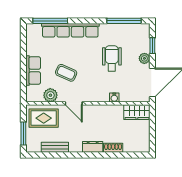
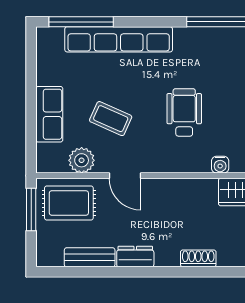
wheelchair: (112, 58) -> (184, 112), moved
water cooler: (114, 98) -> (220, 165), moved
window: (23, 134) -> (31, 209), moved
dresser: (93, 147) -> (135, 257), moved

